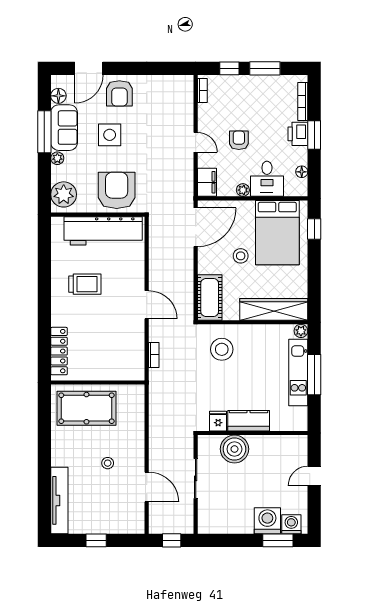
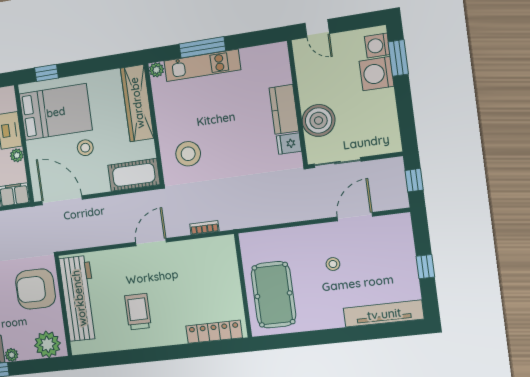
fridge: (218, 421) -> (289, 144), moved
kitchen counter: (249, 421) -> (284, 109), moved
wall: (253, 433) -> (297, 103), moved
boiler: (234, 449) -> (319, 120), moved

